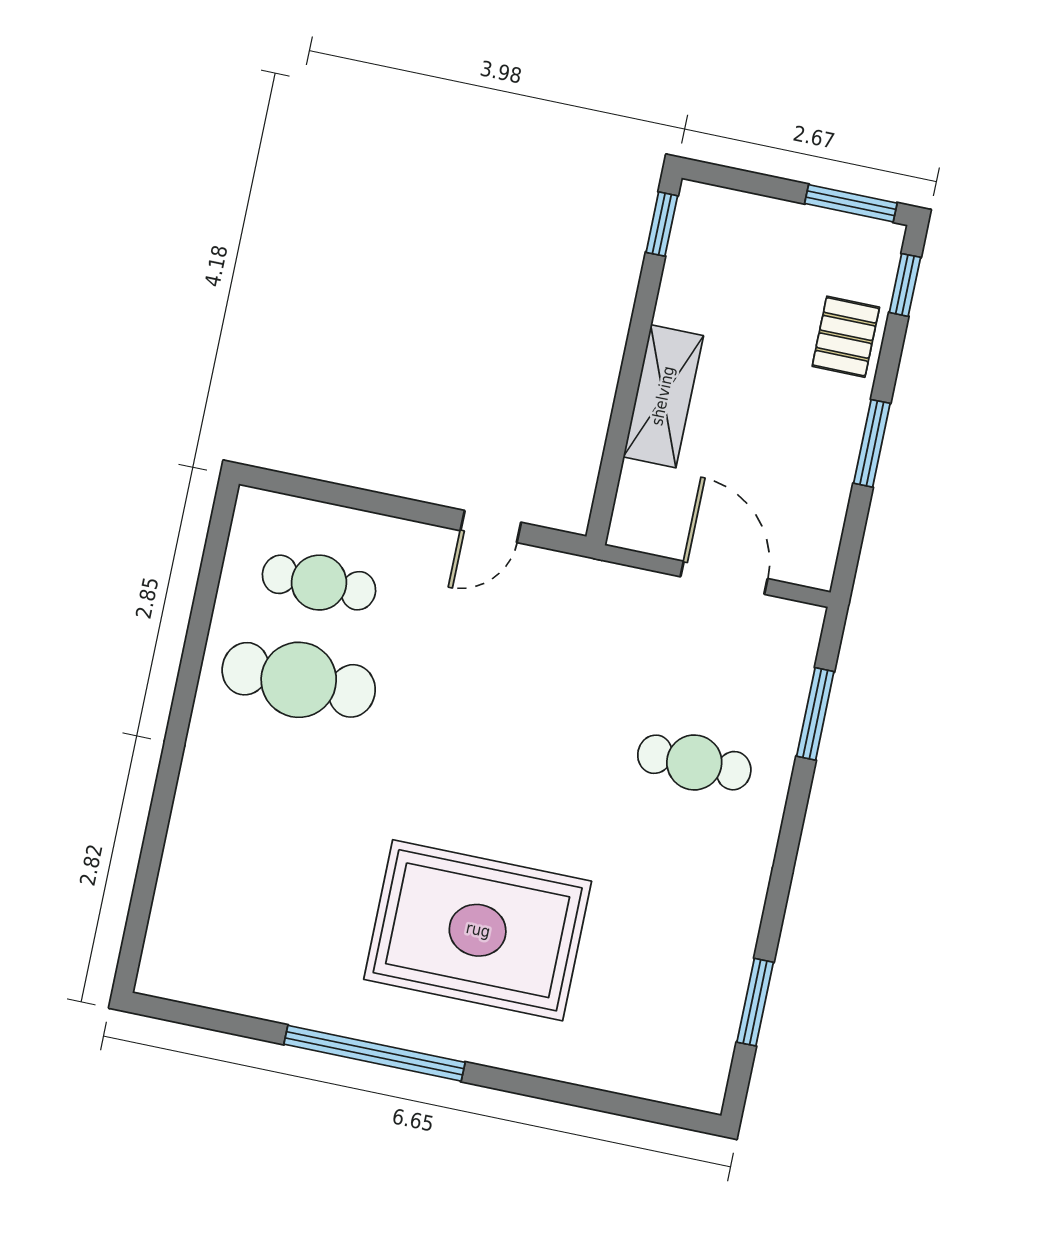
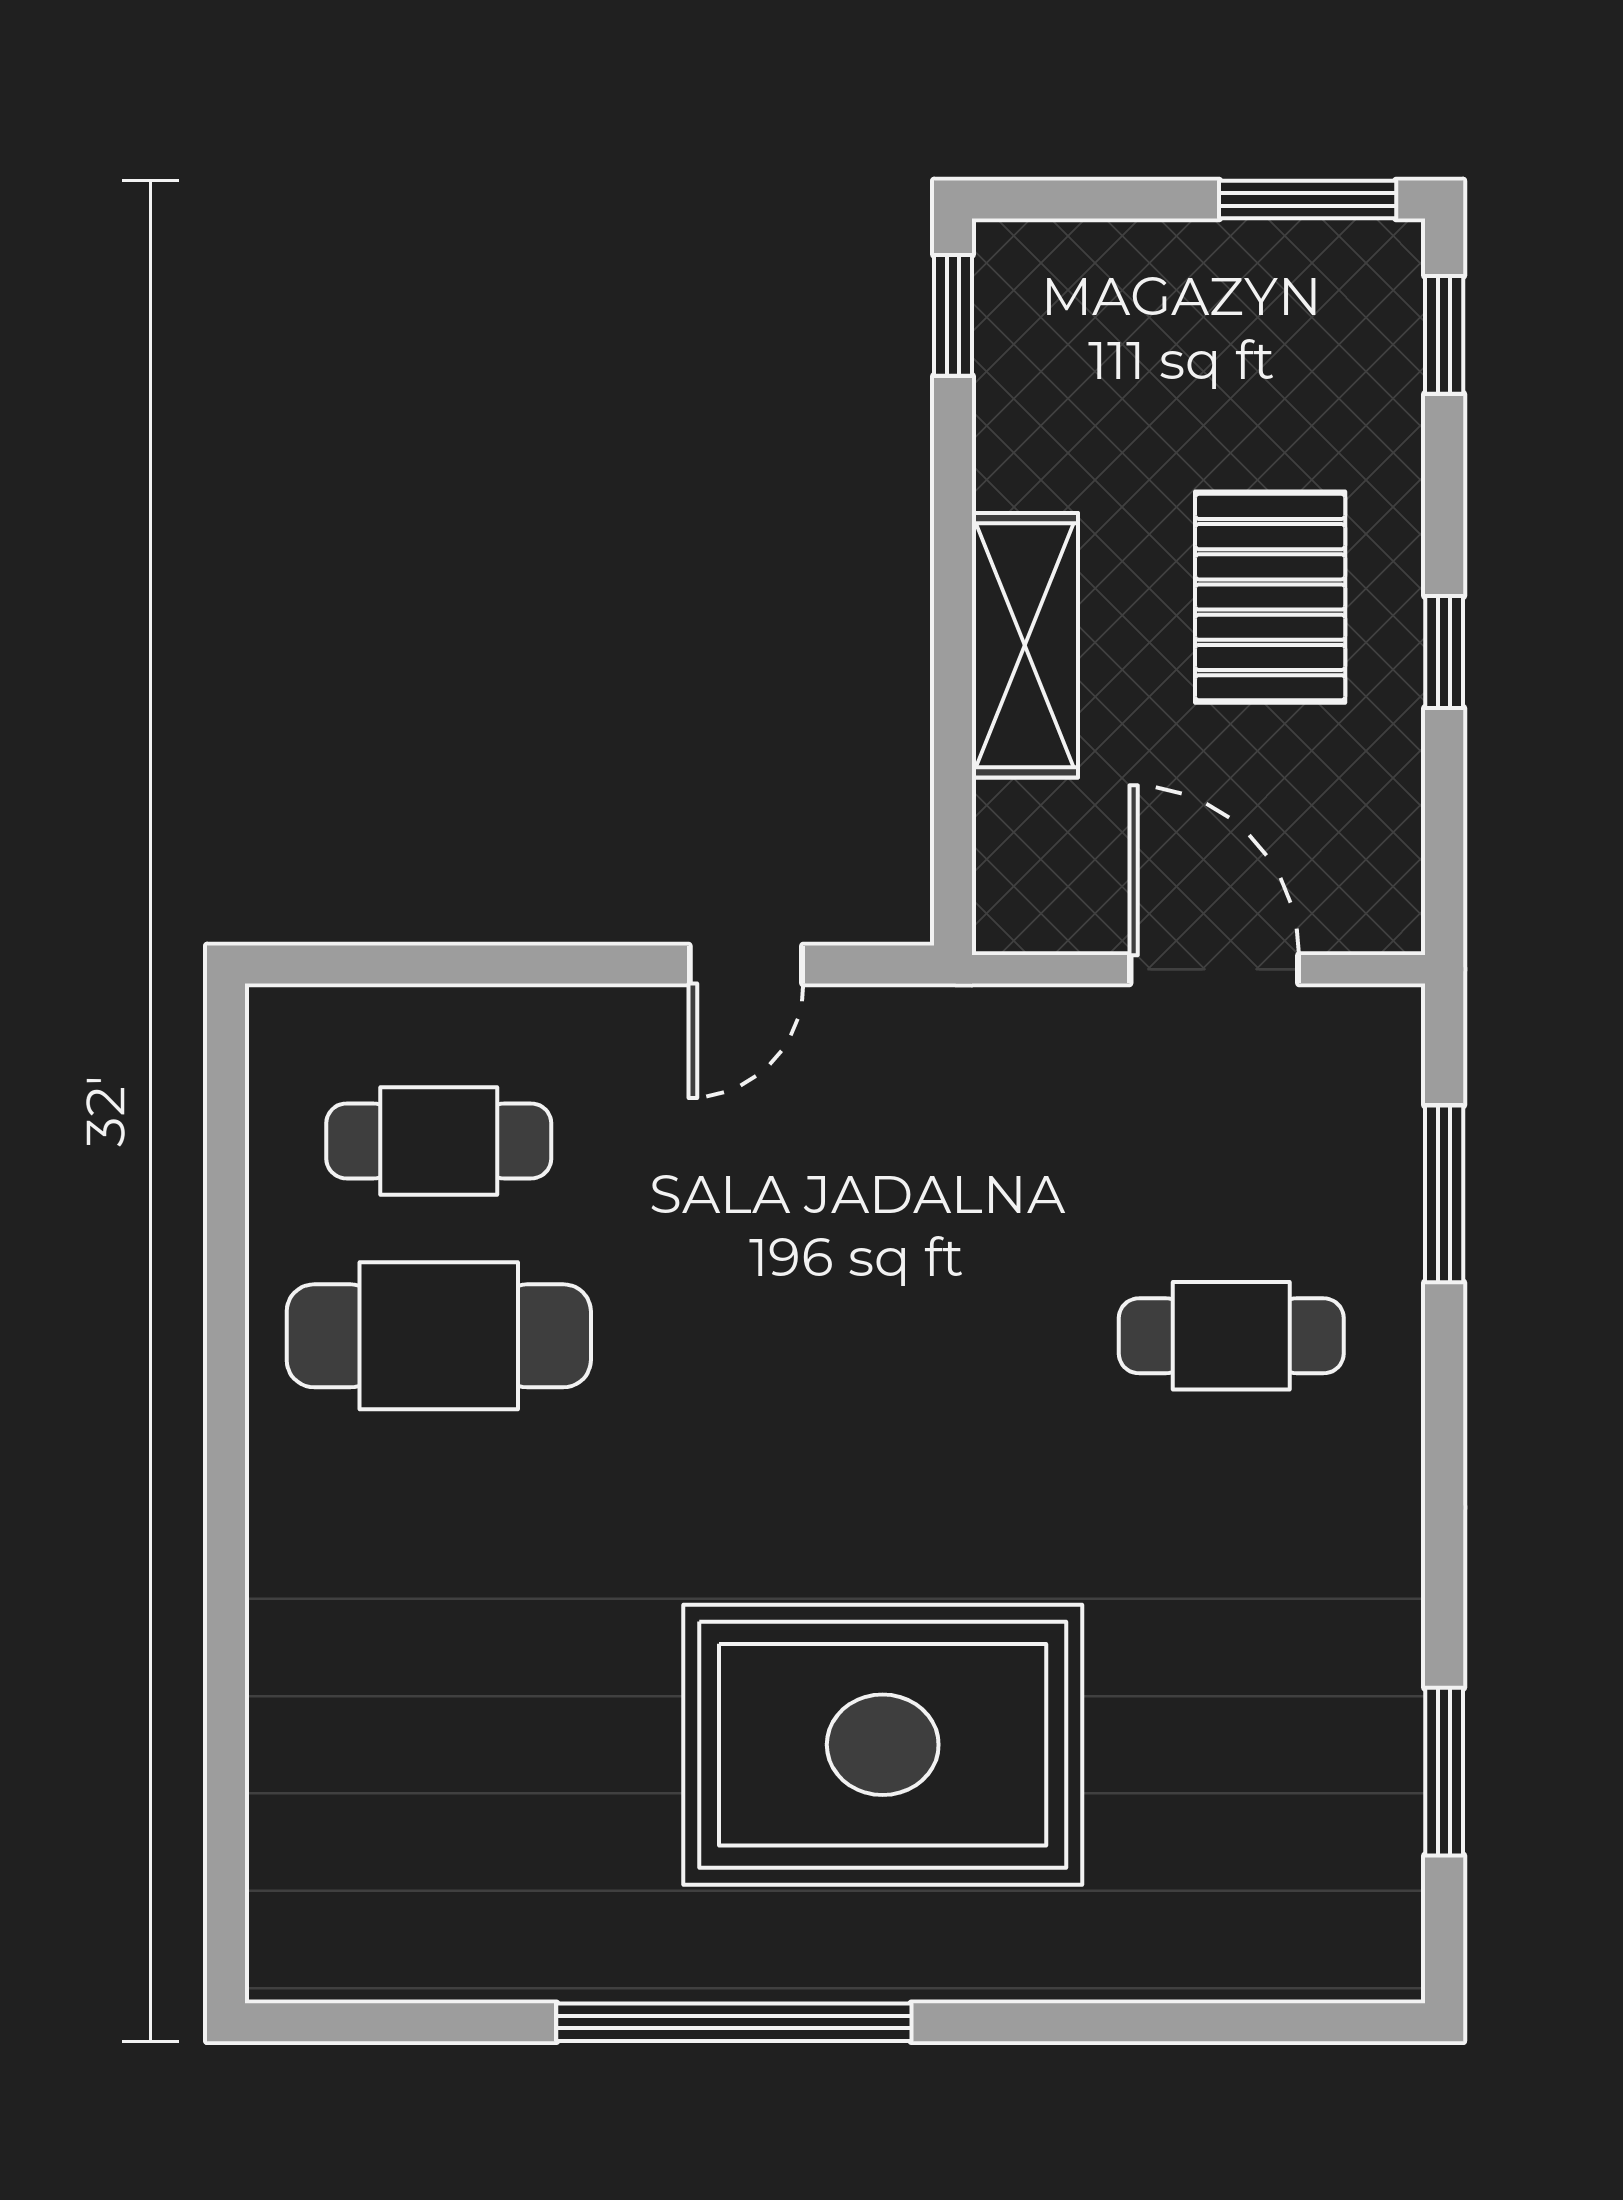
pallet: (846, 337) -> (1270, 597), moved, width x1.50, depth x1.42
window: (872, 443) -> (1444, 652), width x0.67

